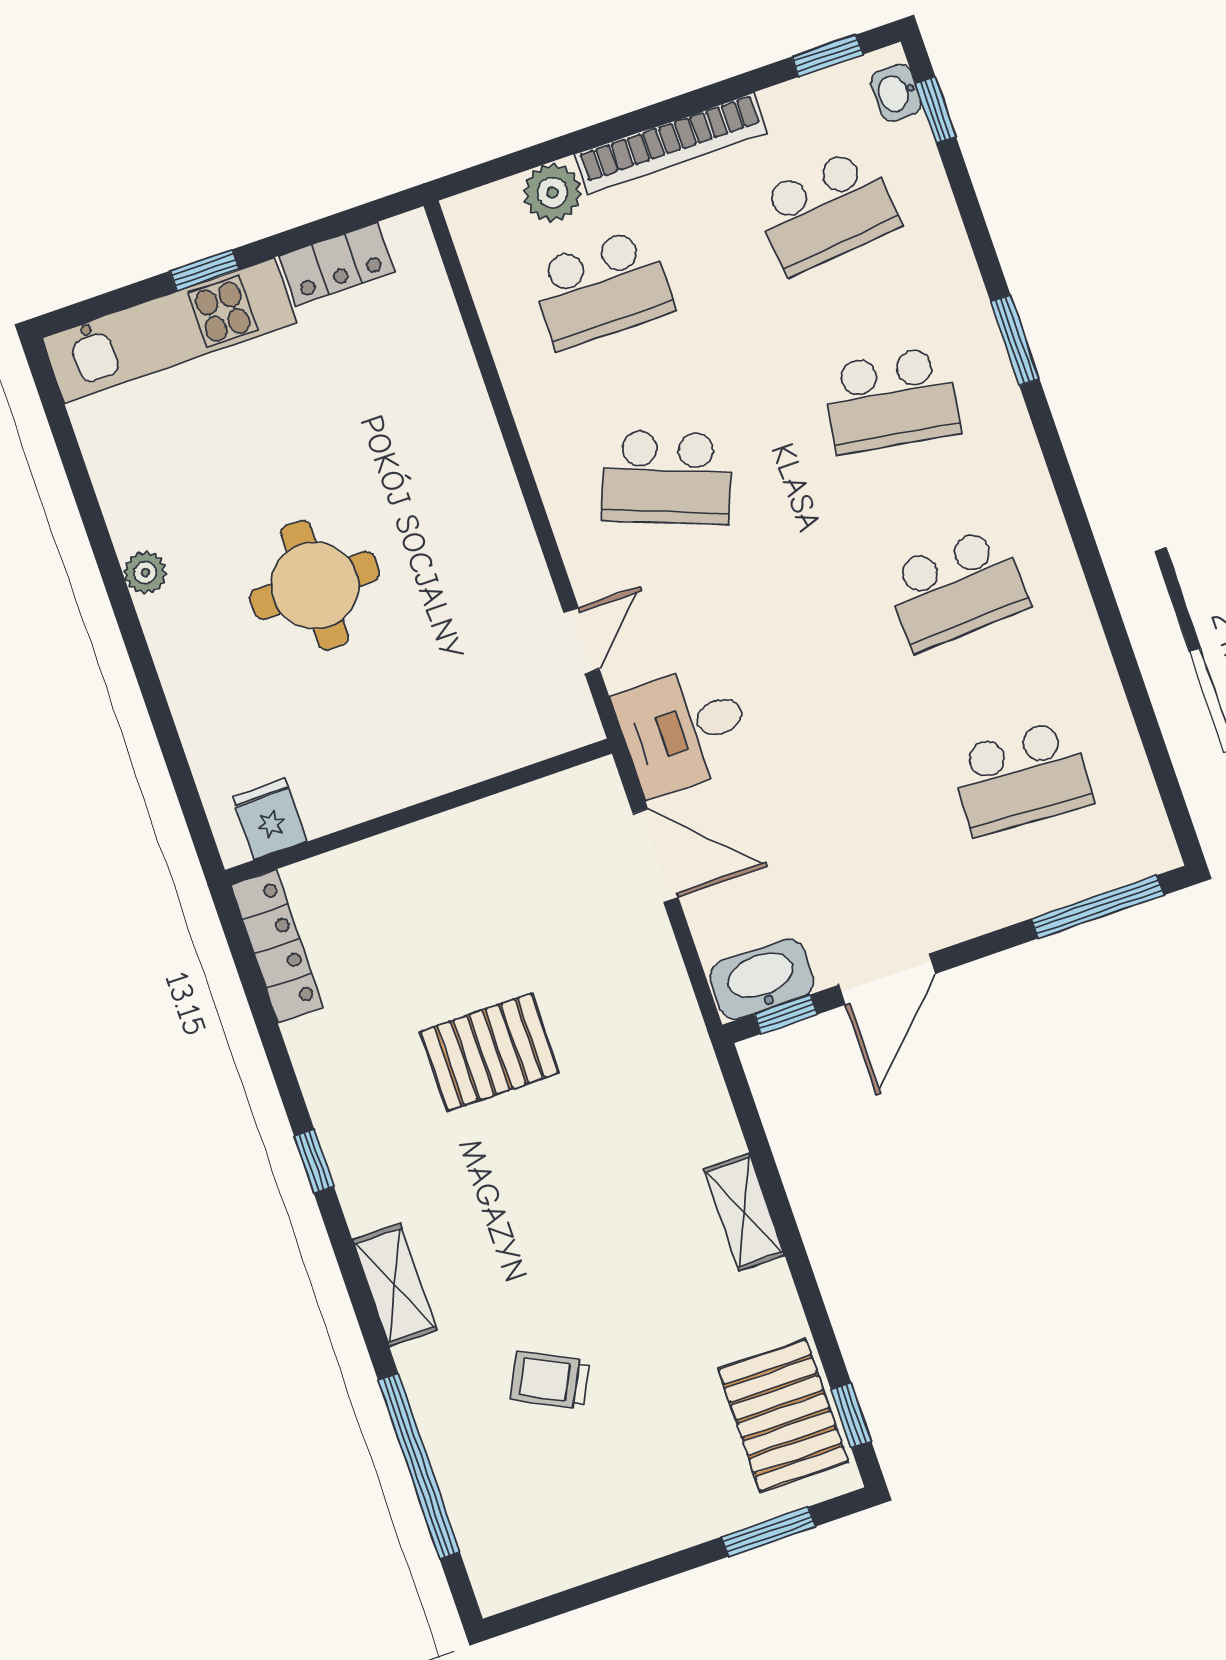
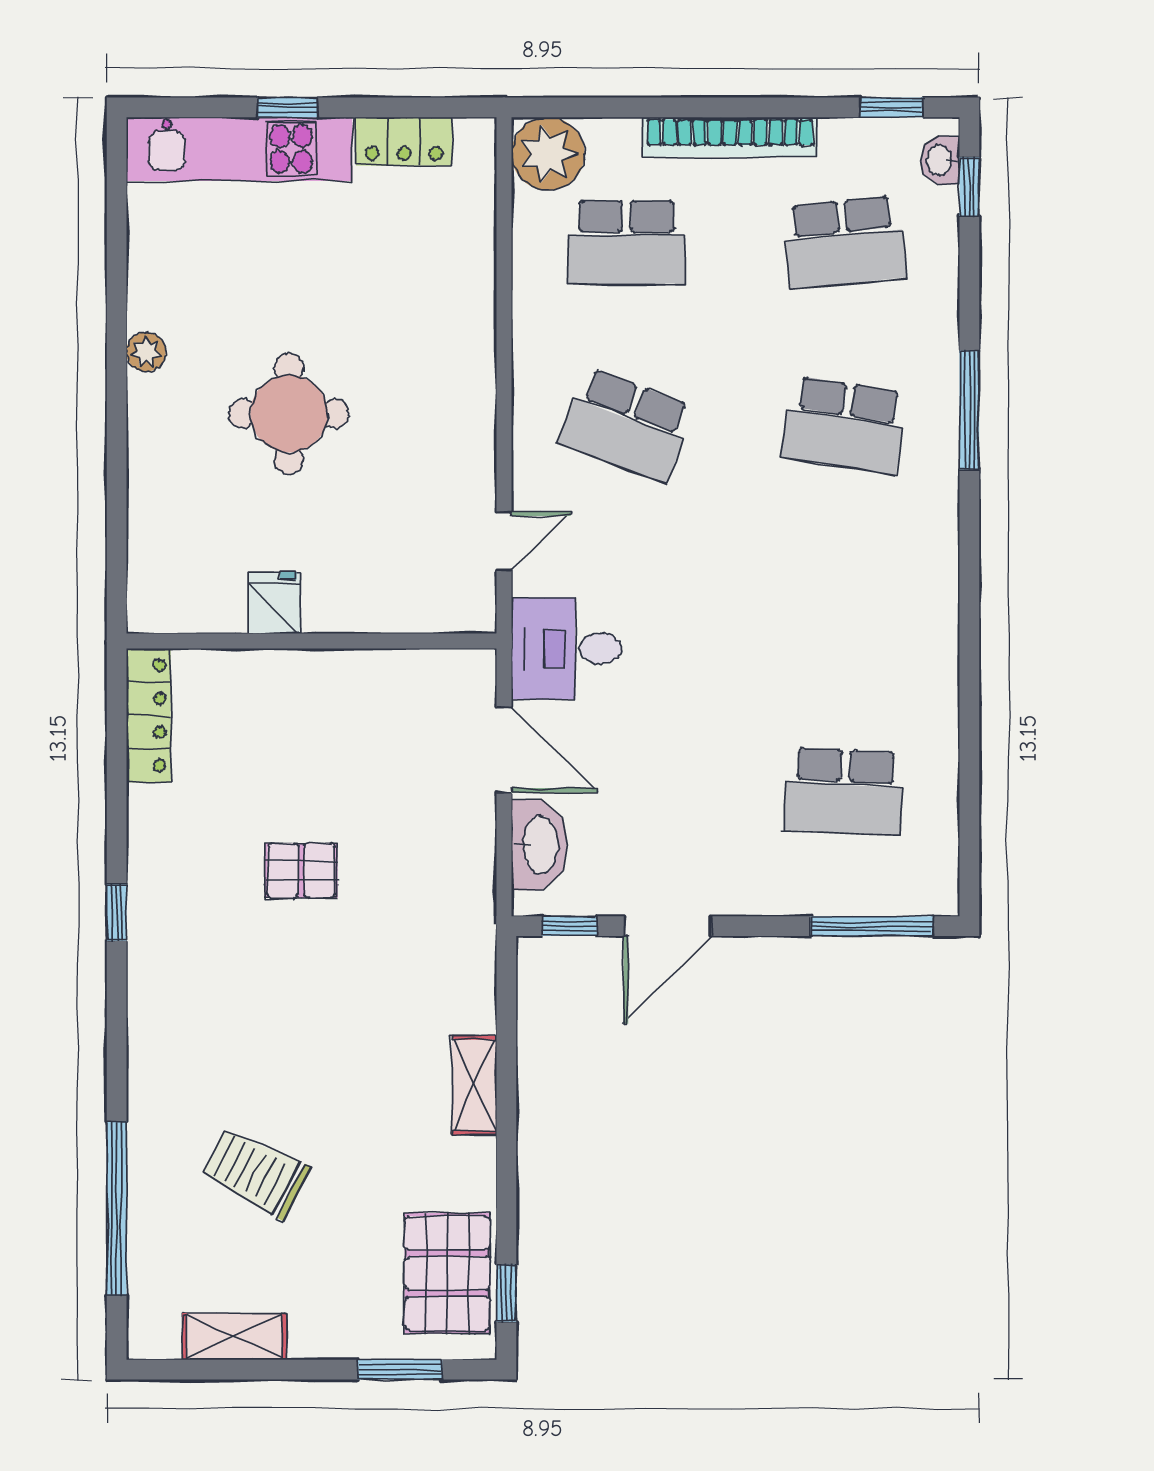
plant: (552, 193) -> (548, 154), moved, width x1.36, depth x1.36
window: (1015, 340) -> (969, 410), width x1.44
school desk: (956, 589) -> (844, 608), removed
fridge: (270, 819) -> (275, 603), moved
washbasin: (762, 979) -> (539, 845), moved, turned 90
pallet: (489, 1052) -> (301, 871), width x0.67, depth x0.71
shelving: (395, 1285) -> (234, 1336), moved, turned 90
trolley: (550, 1380) -> (256, 1173), width x1.36, depth x1.39

